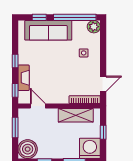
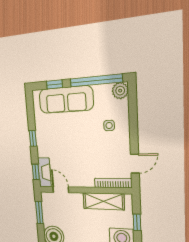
fireplace: (24, 78) -> (44, 172), moved

